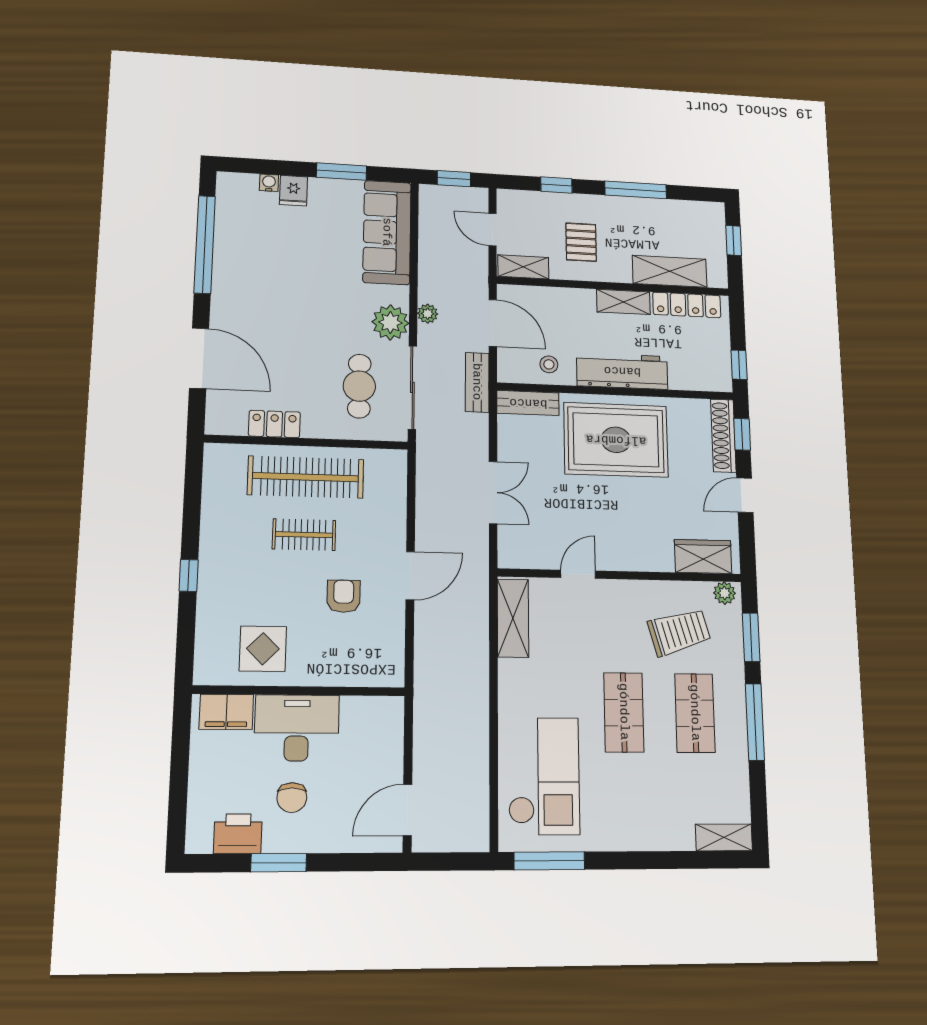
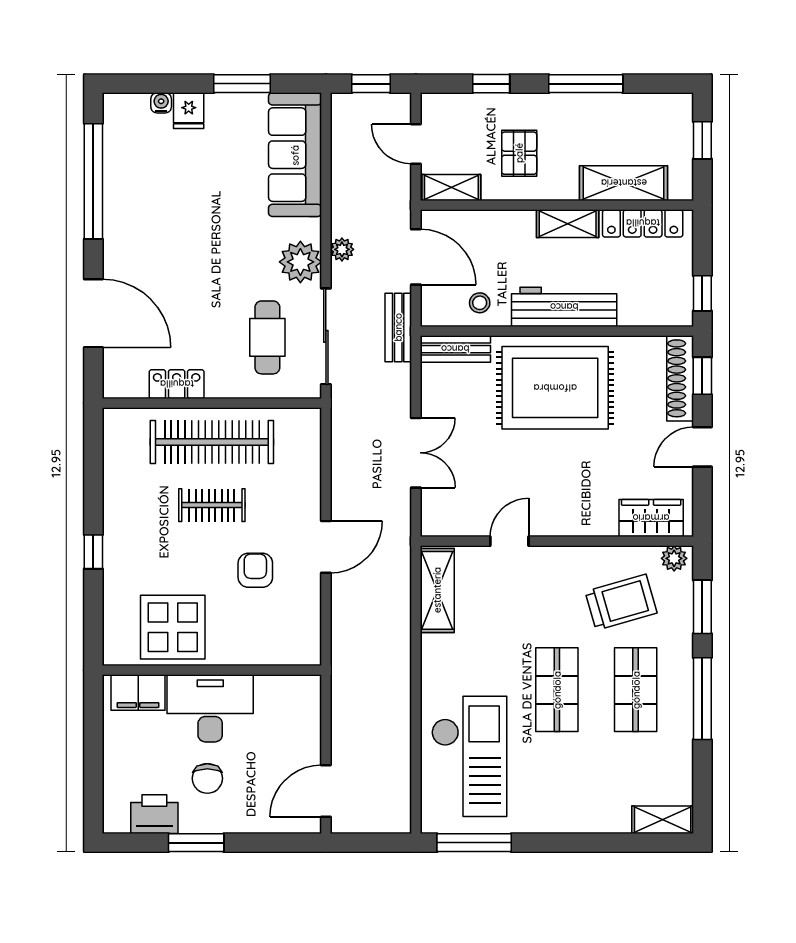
display table: (263, 649) -> (173, 627), width x1.36, depth x1.36

